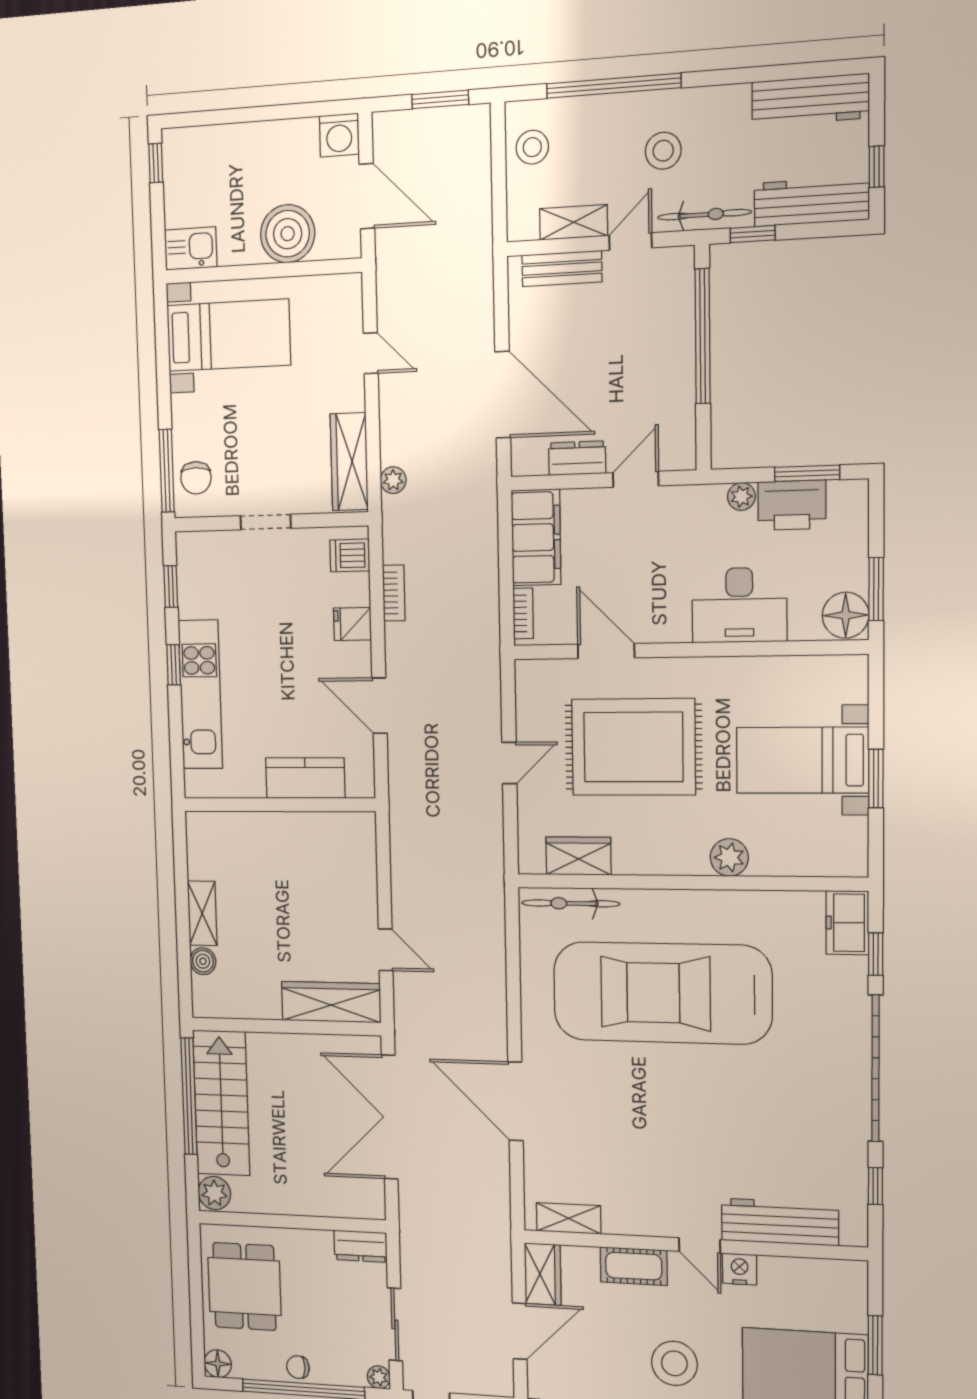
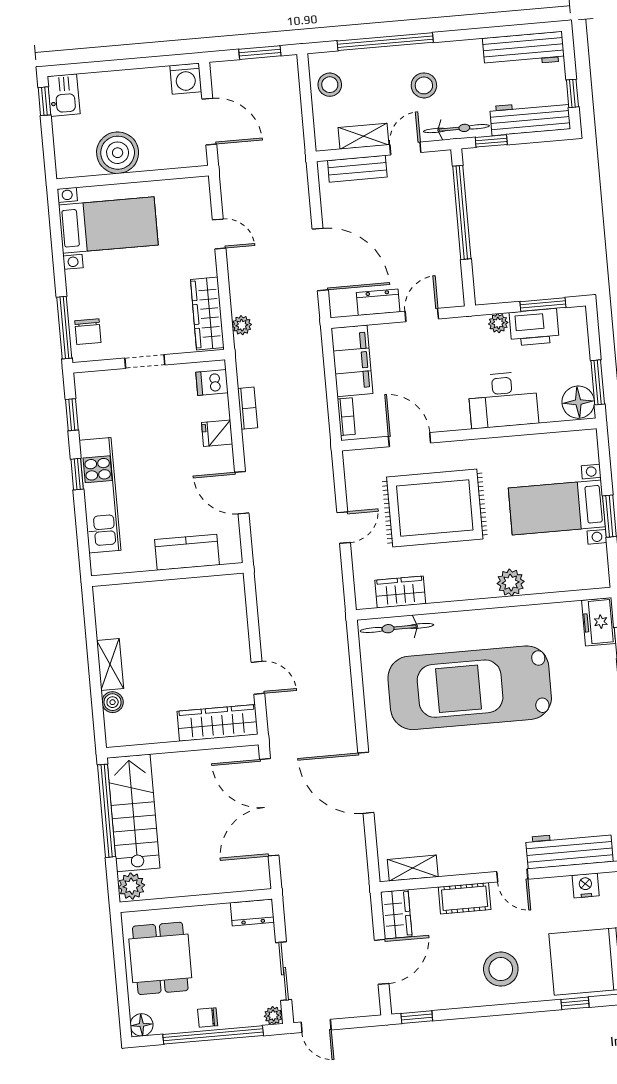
boiler: (288, 234) -> (118, 153), moved
kitchen sink: (191, 248) -> (64, 95), moved, turned 90
nightstand: (740, 1269) -> (586, 886), moved

